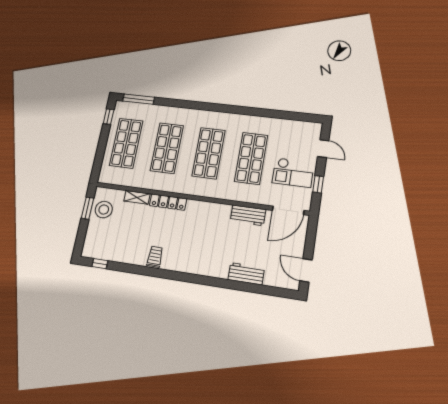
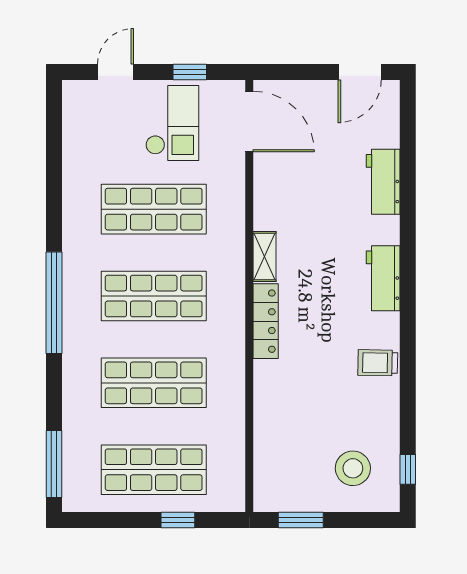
window: (214, 107) -> (54, 303), added
window: (109, 117) -> (178, 520), moved
shelving: (137, 197) -> (265, 256), moved
locker: (168, 202) -> (266, 321), moved
stool: (104, 210) -> (353, 468), moved
workbench: (248, 215) -> (383, 278), moved, turned 180

